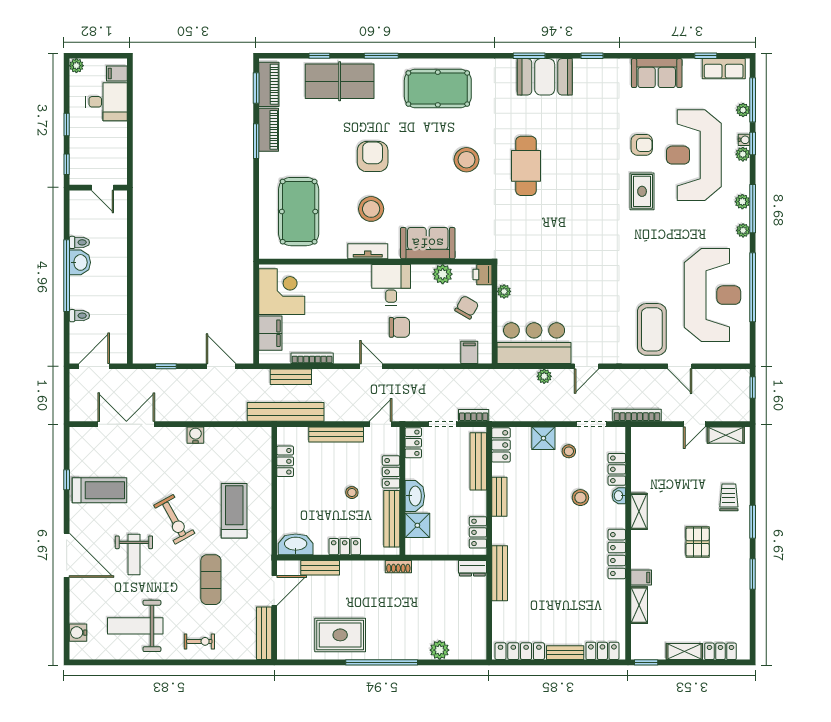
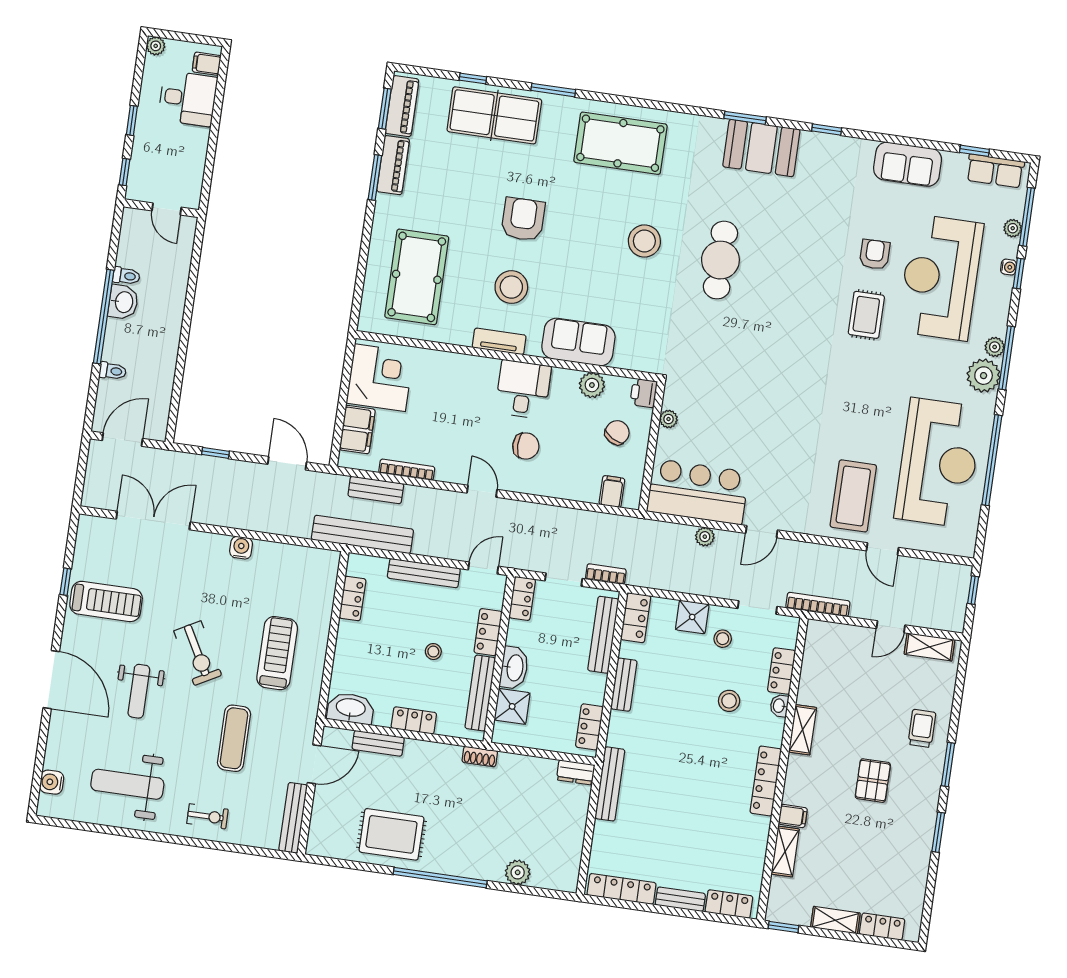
armchair: (642, 145) -> (875, 254), turned -90
plant: (743, 154) -> (1004, 285), removed
plant: (743, 230) -> (984, 376), width x1.88, depth x1.88

